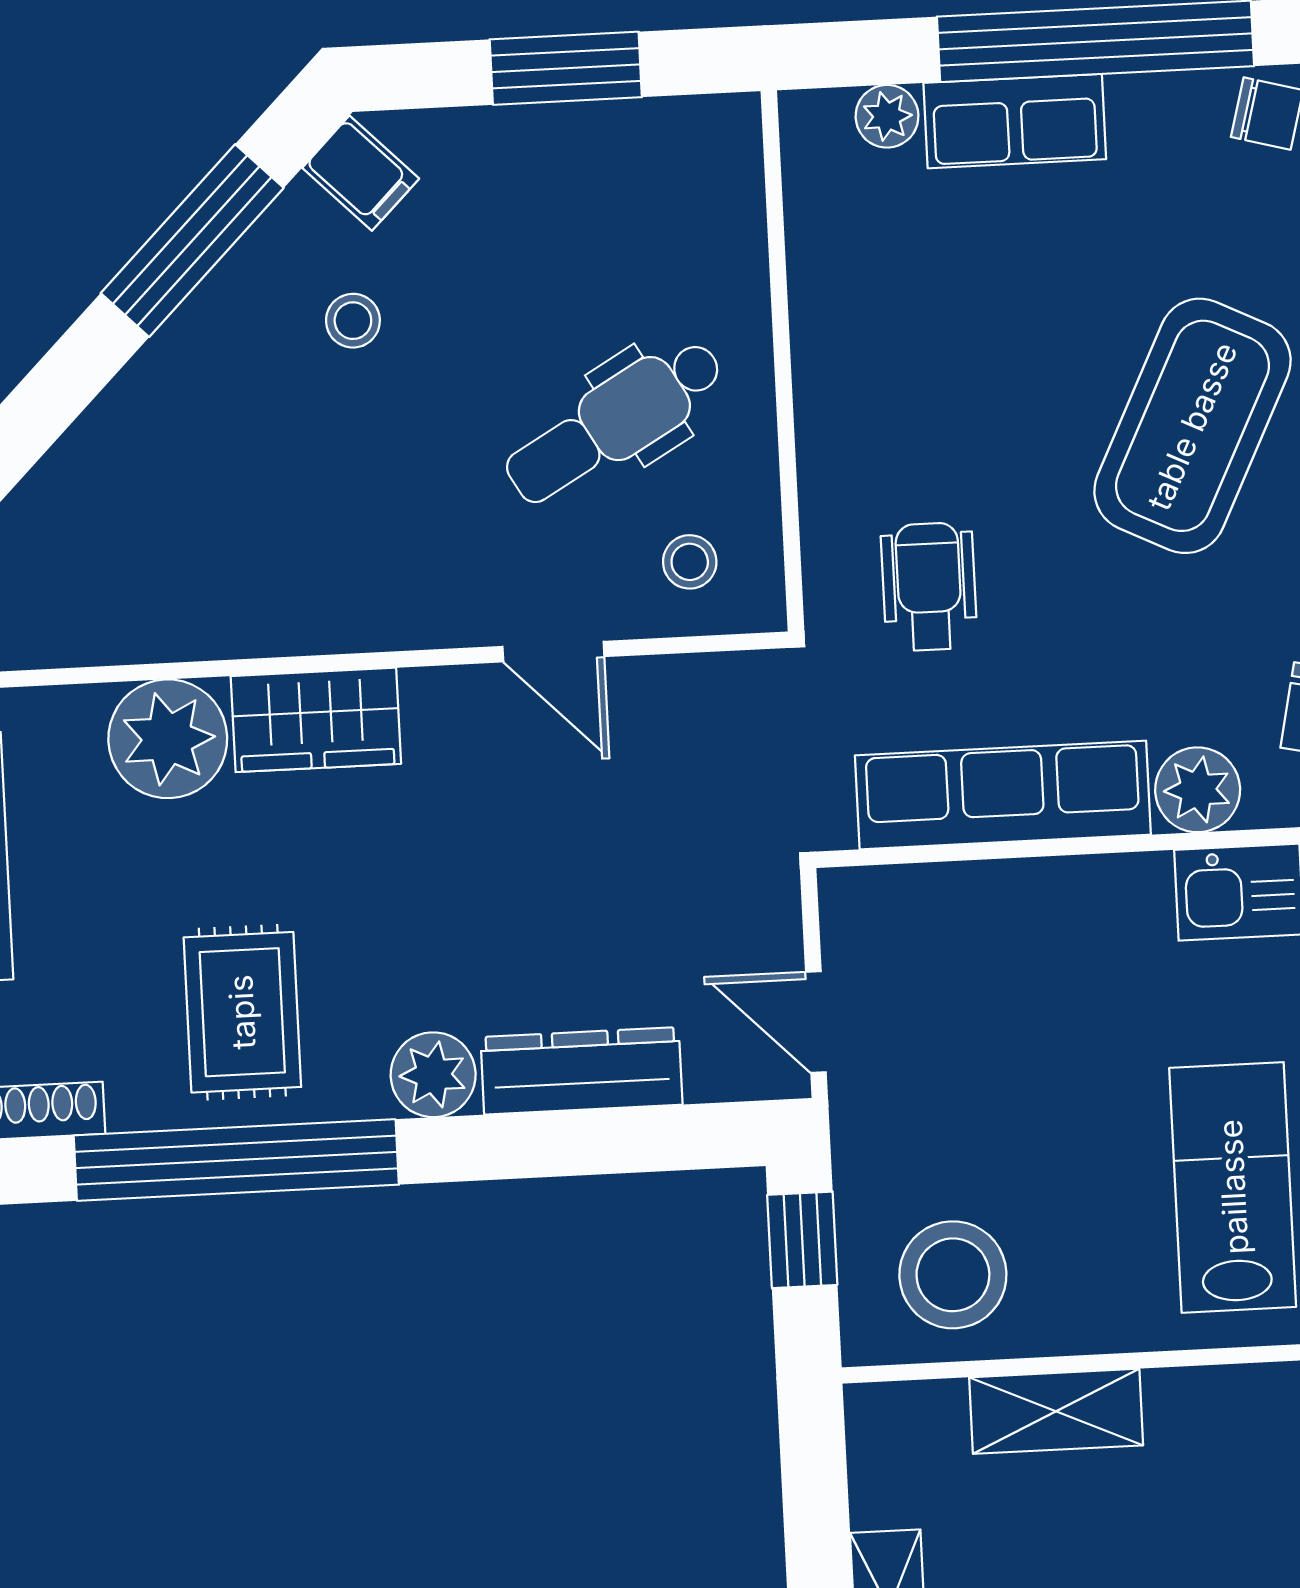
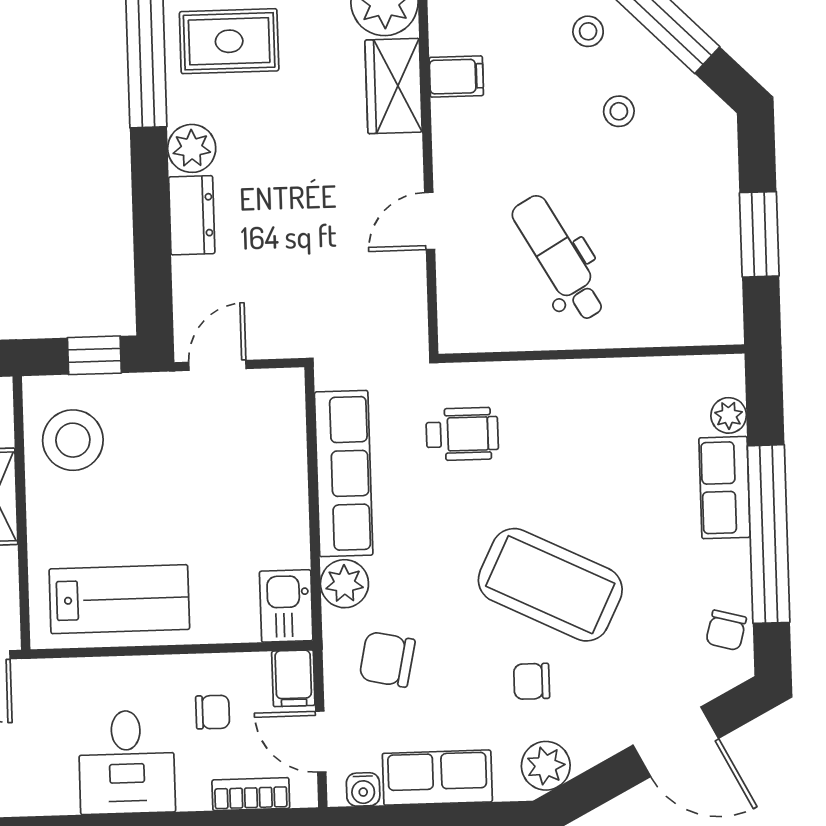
filing cabinet: (361, 173) -> (456, 76), moved, turned -135
stool: (690, 562) -> (588, 31), moved
dresser: (581, 1071) -> (192, 215), width x0.70

